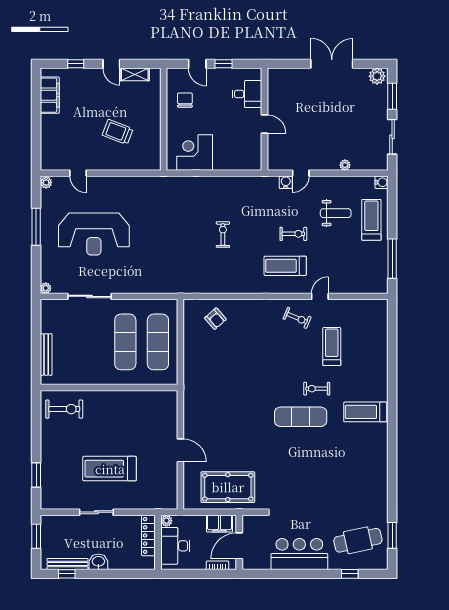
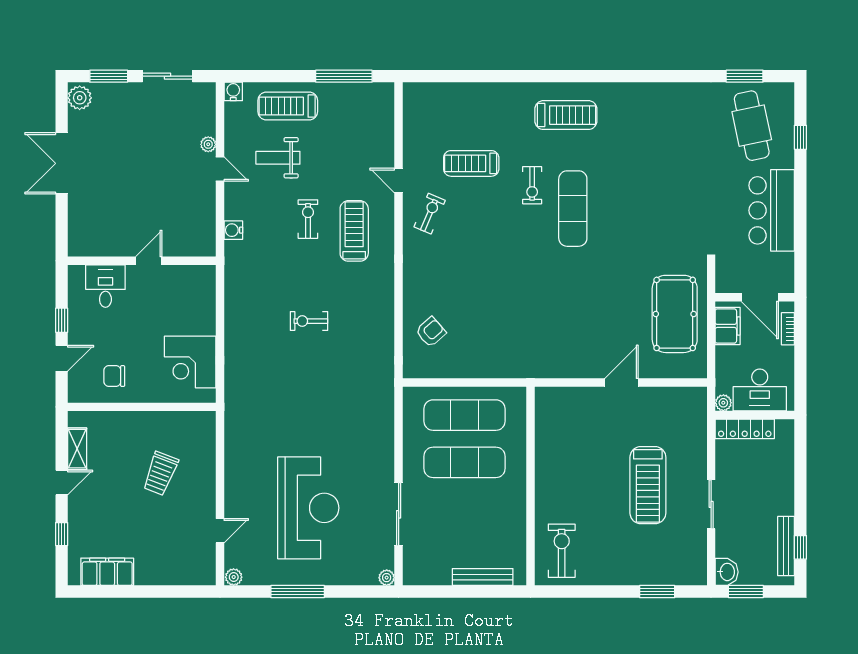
door: (301, 173) -> (220, 169), moved
weight bench: (336, 213) -> (278, 158), turned -90
treadmill: (285, 266) -> (354, 231), turned 180
treadmill: (365, 412) -> (566, 115), turned -90
washbasin: (98, 562) -> (727, 572), moved, turned 180

